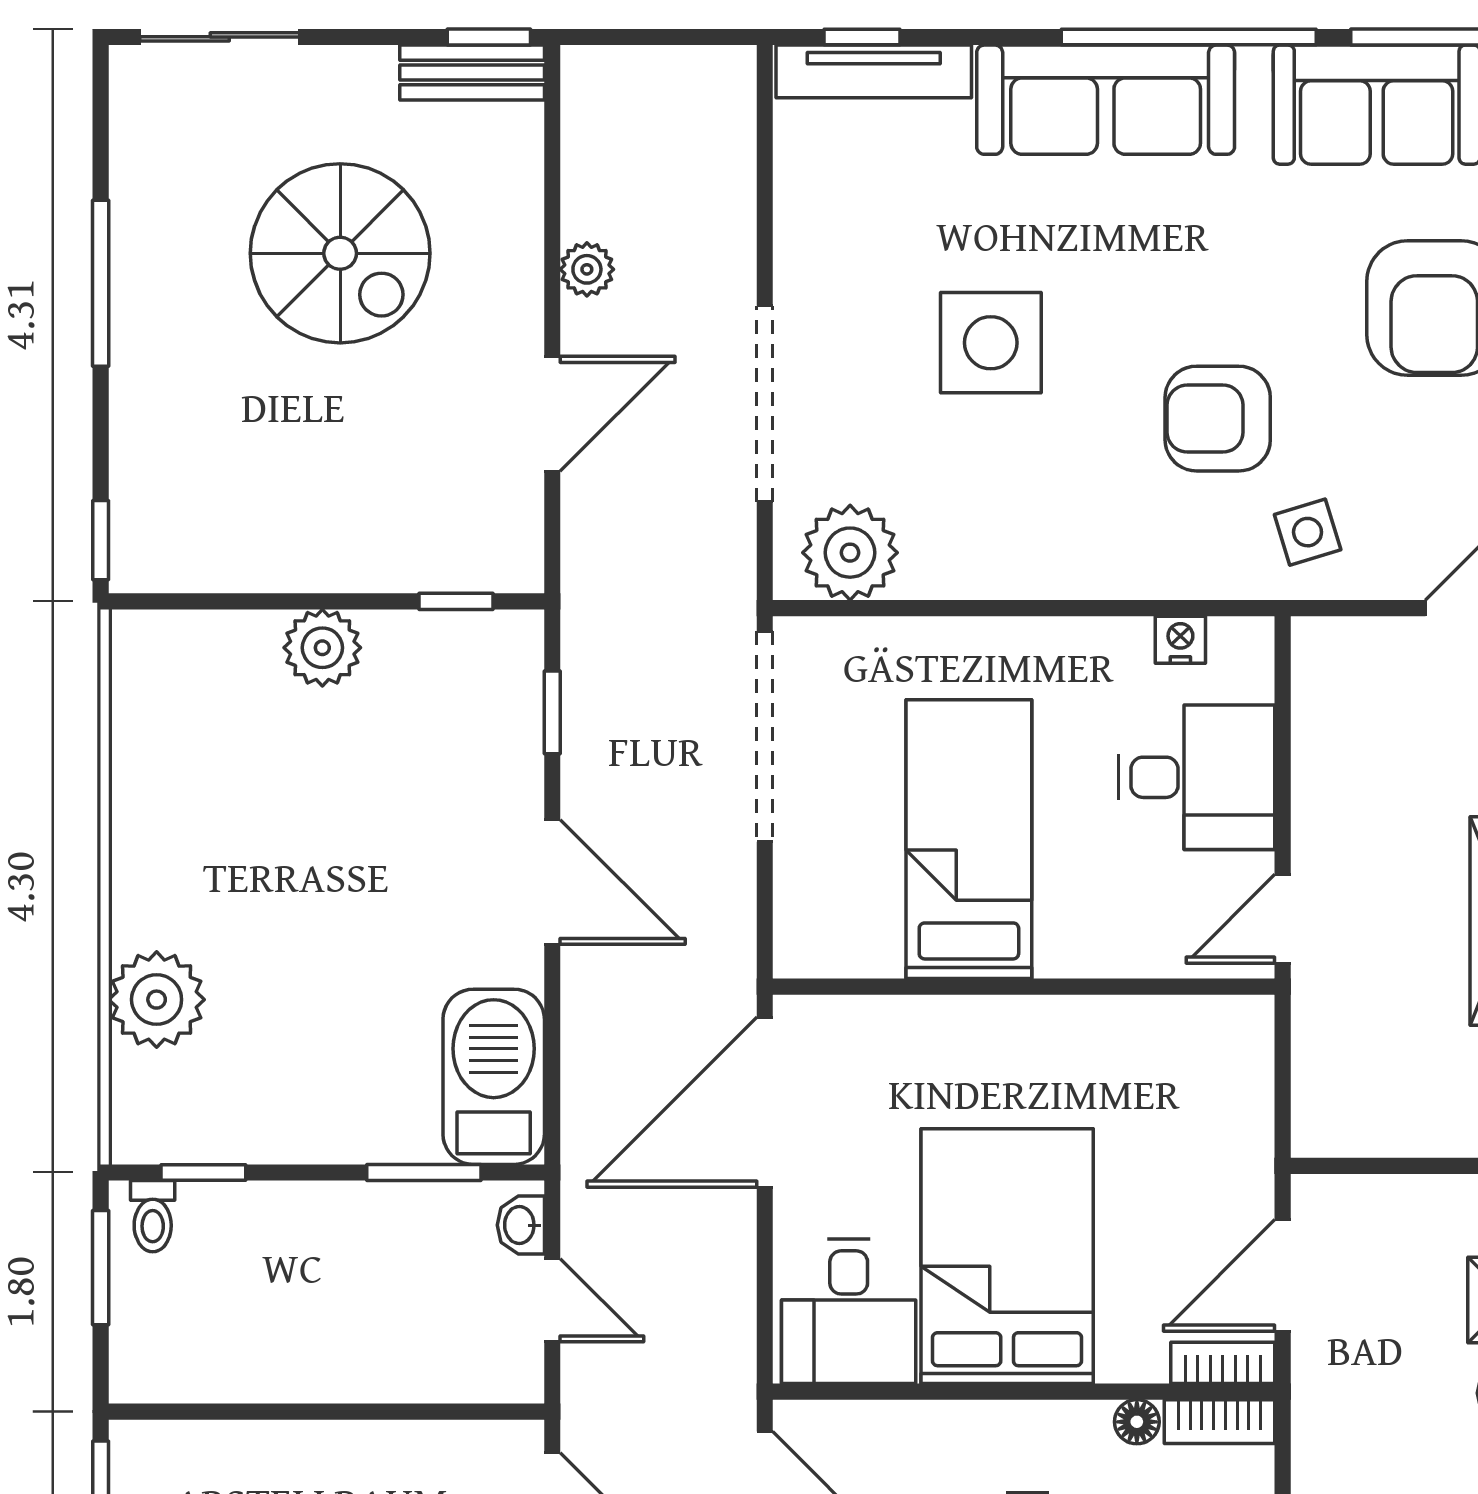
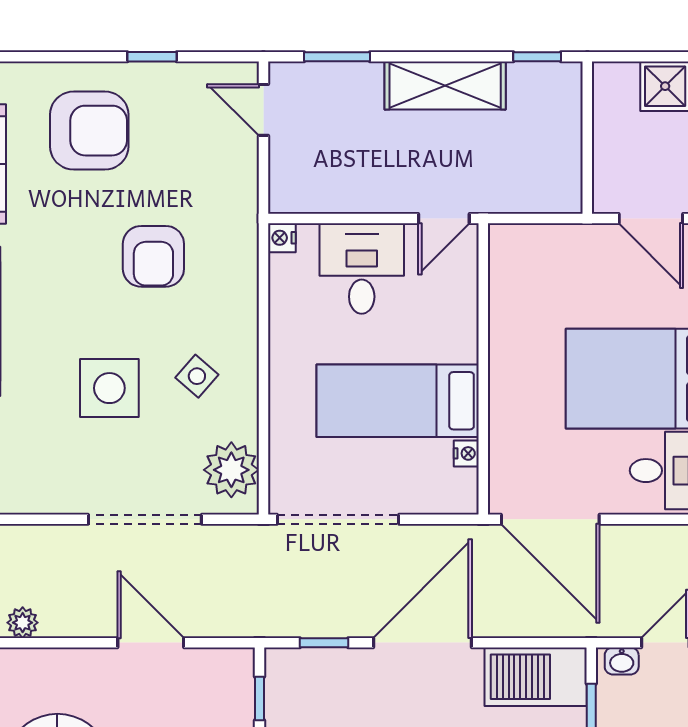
plant: (587, 269) -> (23, 623), moved
side table: (1308, 532) -> (197, 376), moved, turned -32
nightstand: (1180, 640) -> (282, 238), moved
door: (552, 882) -> (423, 643), width x1.36
door: (1283, 919) -> (444, 219), hinge flipped
nightstand: (878, 957) -> (466, 453), added

